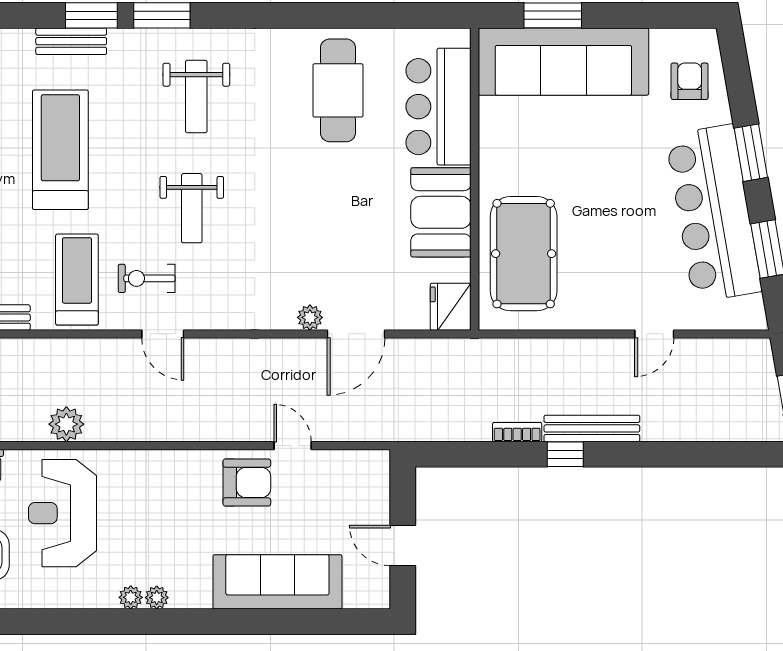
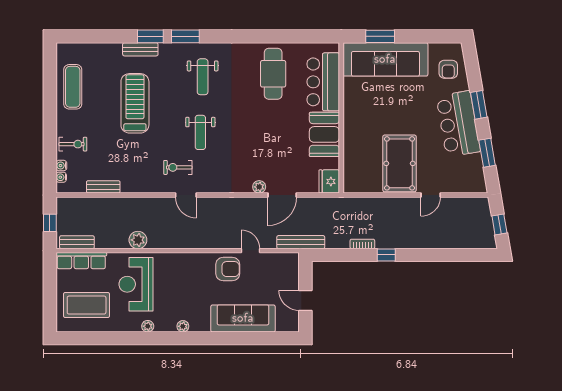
armchair: (690, 81) -> (448, 69), turned 180
bar counter: (714, 213) -> (458, 124), width x0.73
pool table: (524, 254) -> (399, 163), moved
treadmill: (77, 280) -> (143, 168), removed
bench: (592, 428) -> (301, 242), moved
plant: (131, 597) -> (148, 326), moved

